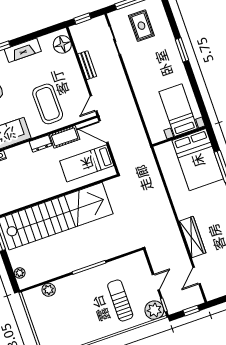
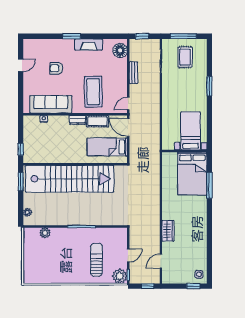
wardrobe: (193, 237) -> (168, 231), width x0.67

